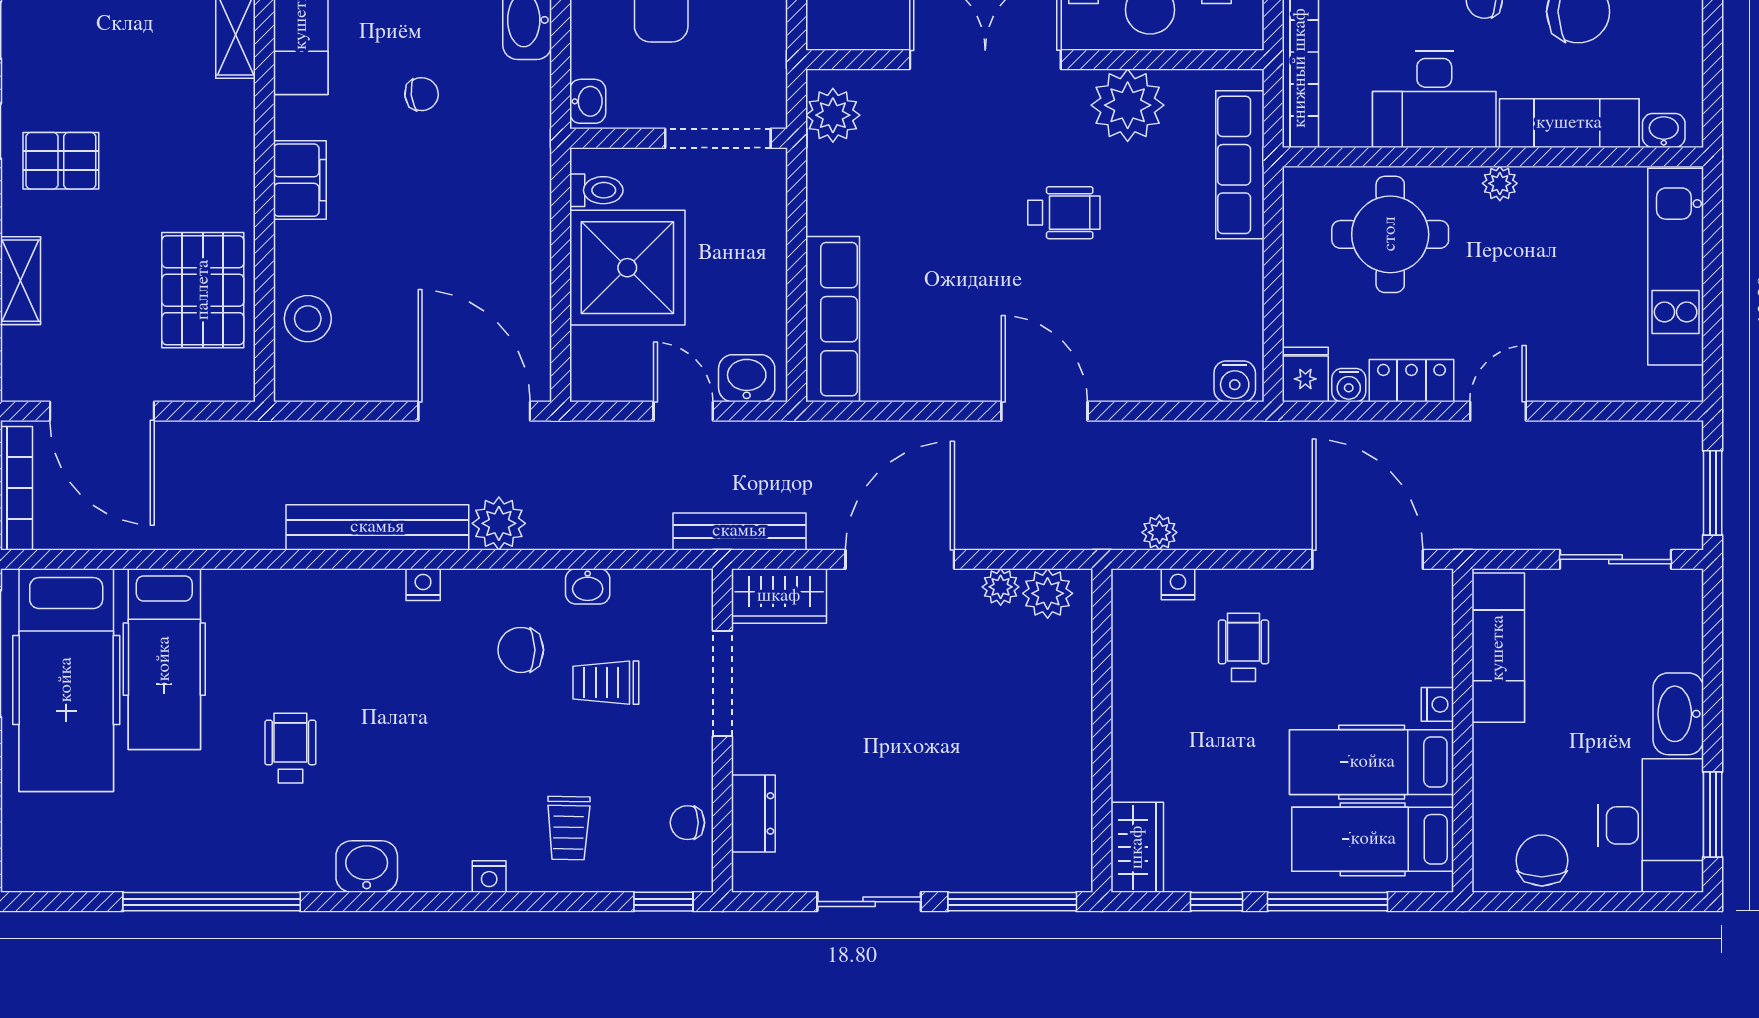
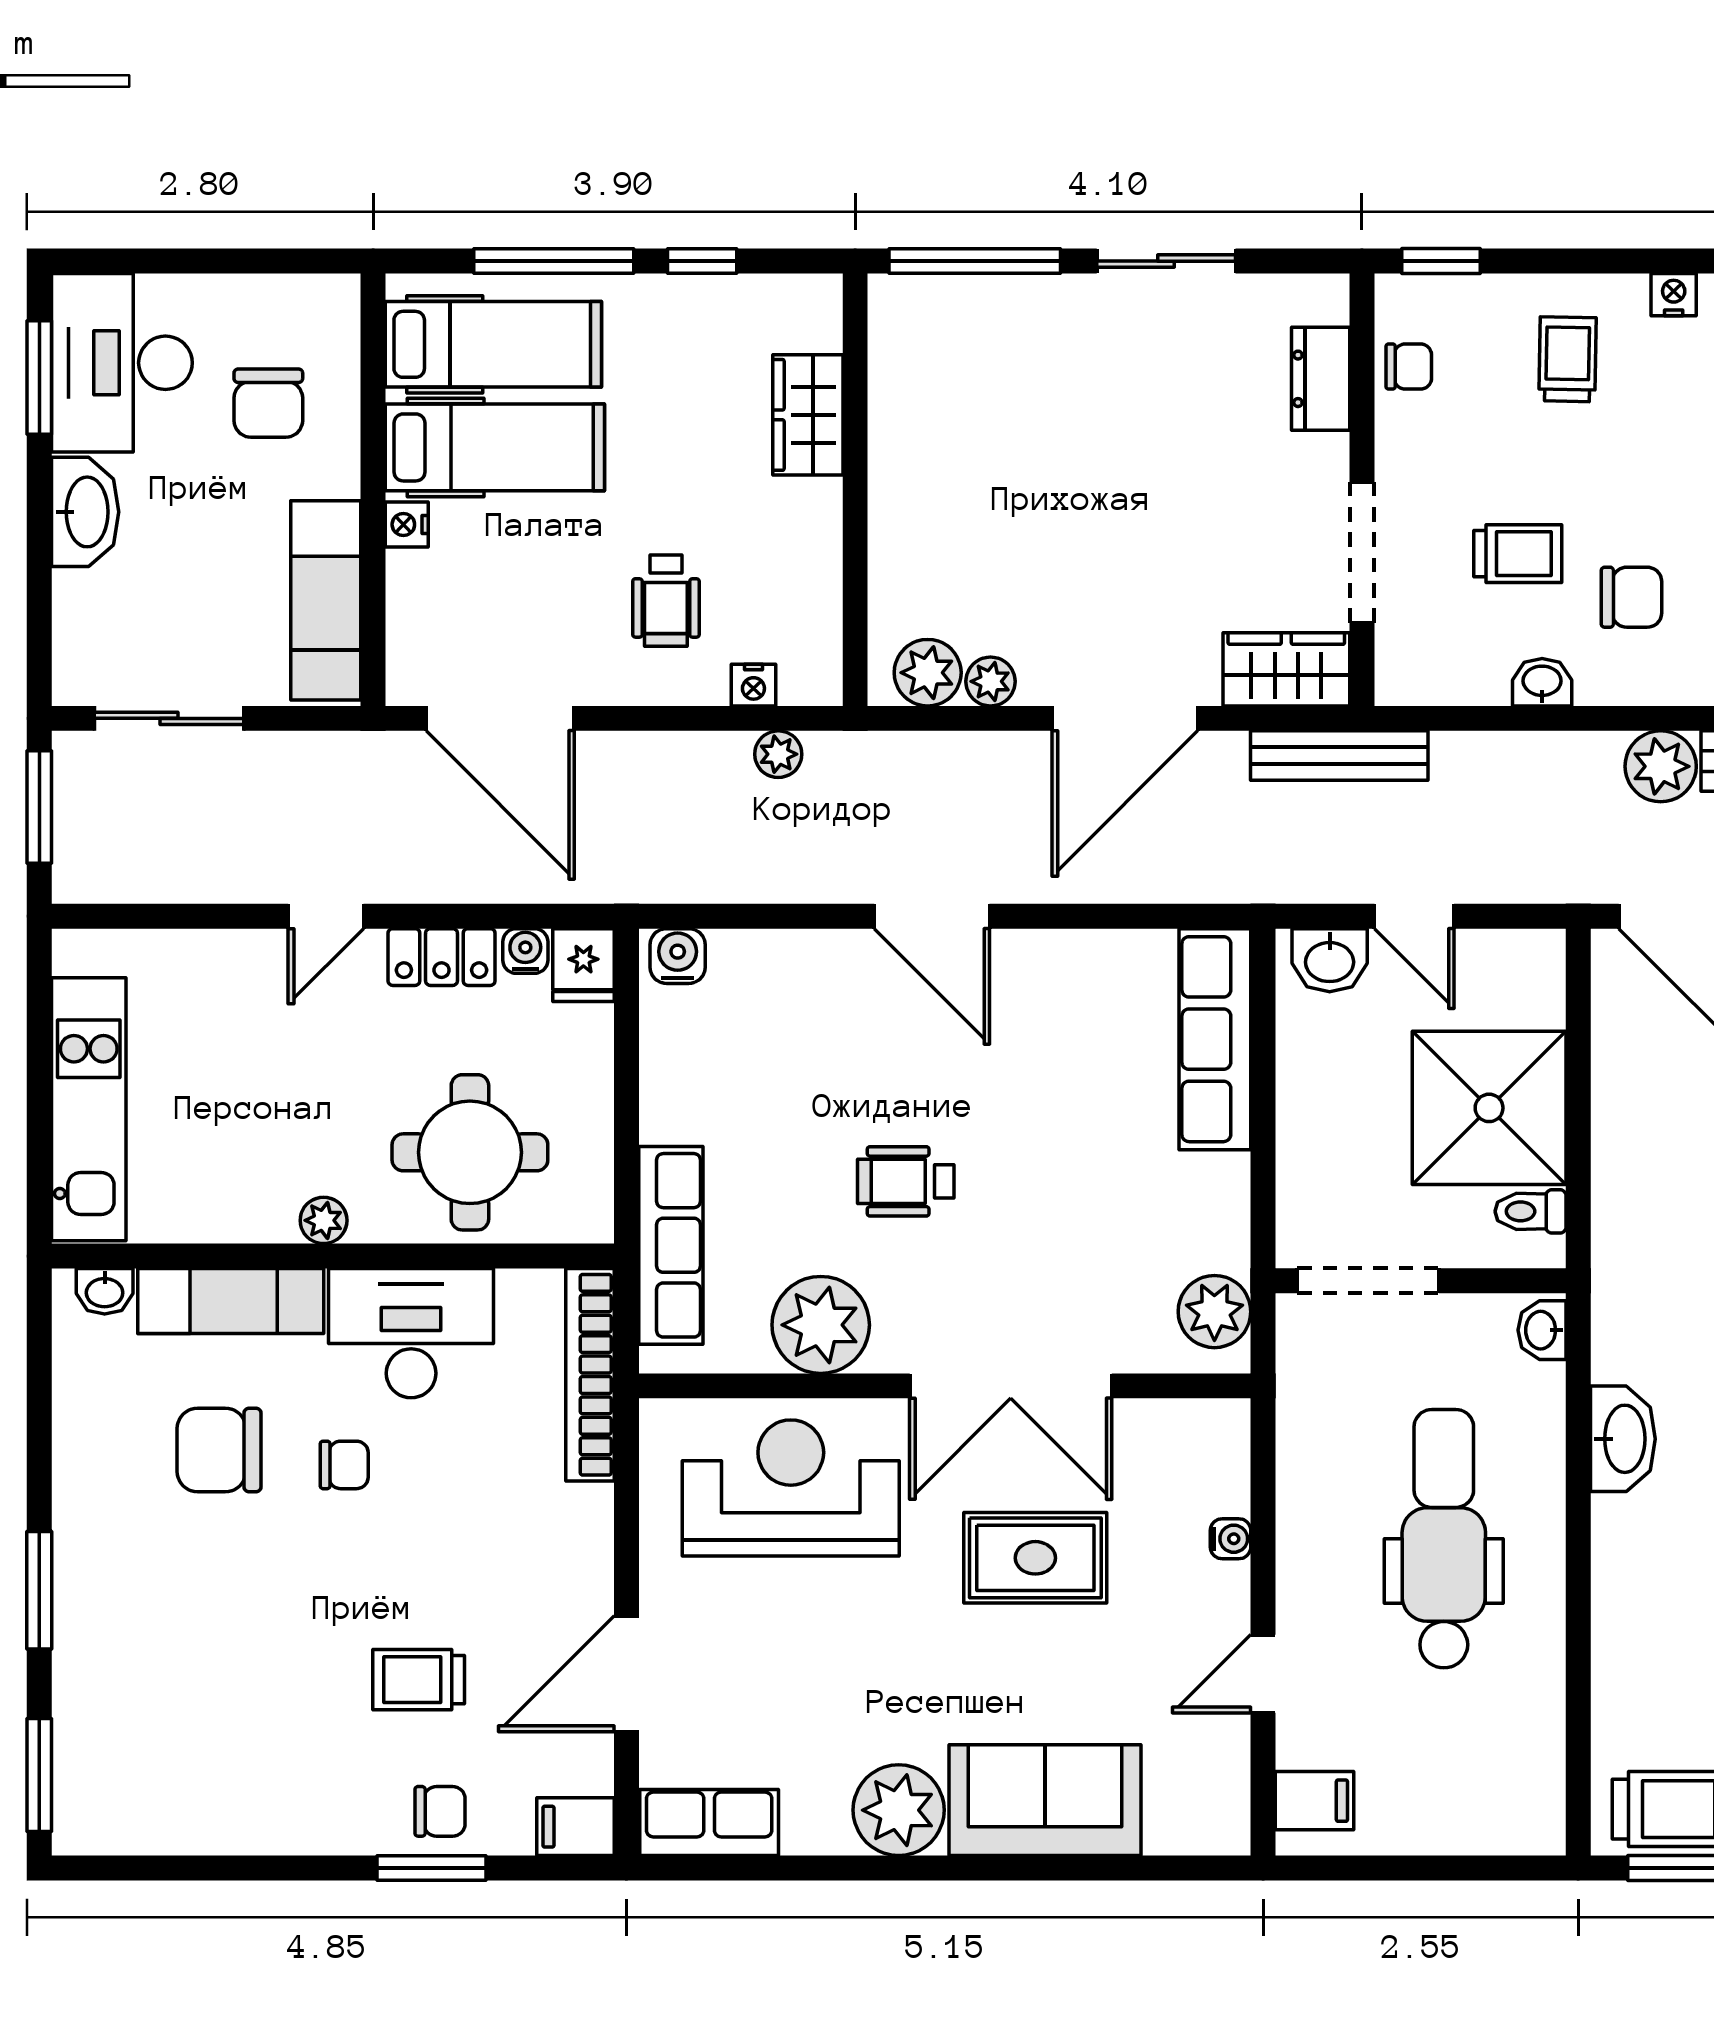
wardrobe: (1137, 847) -> (808, 415), moved
chair: (1542, 860) -> (268, 403), moved

